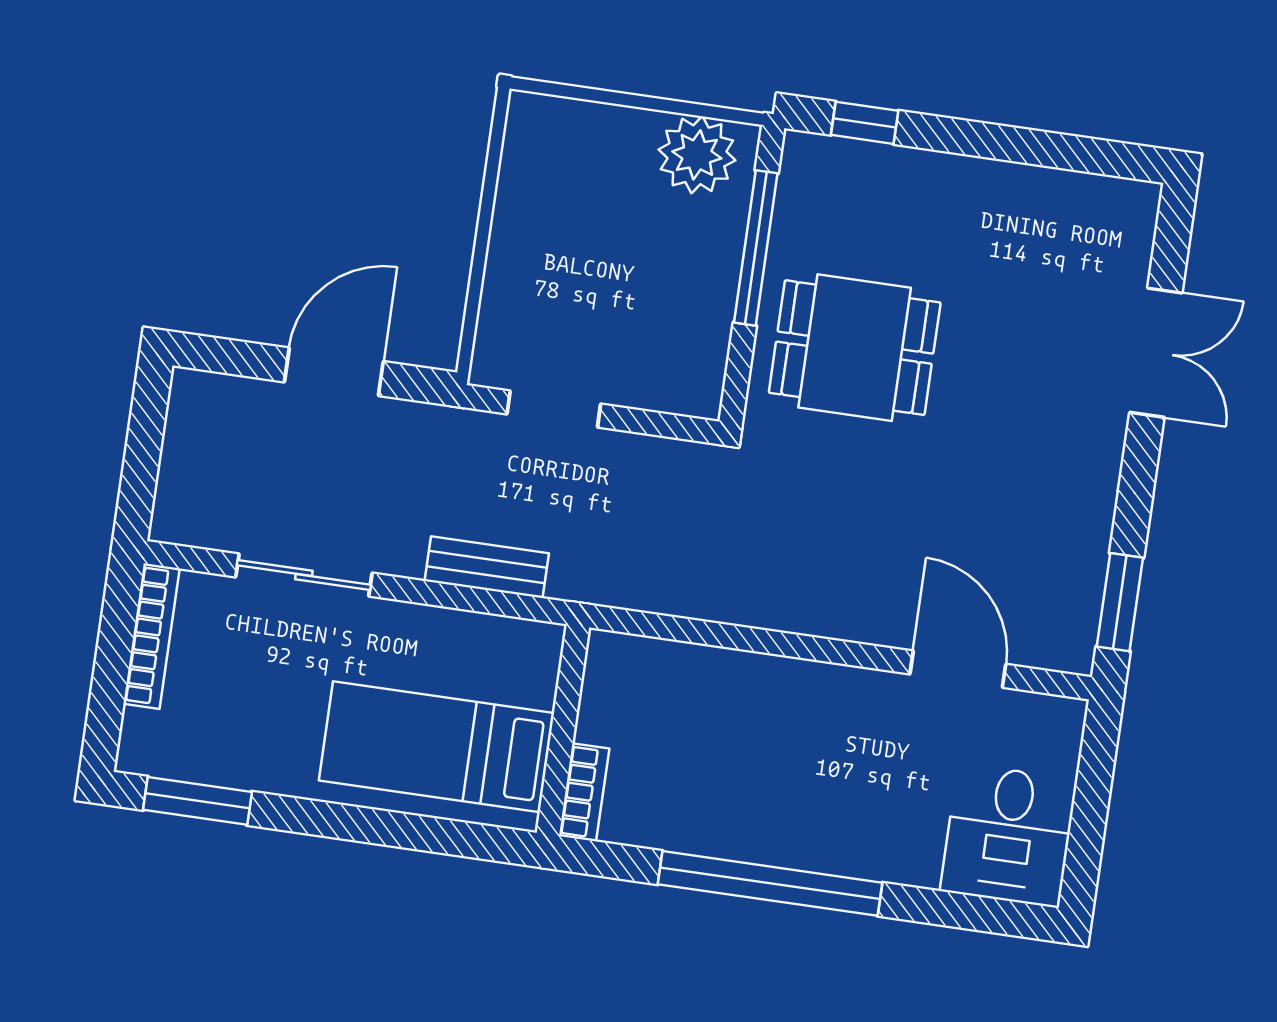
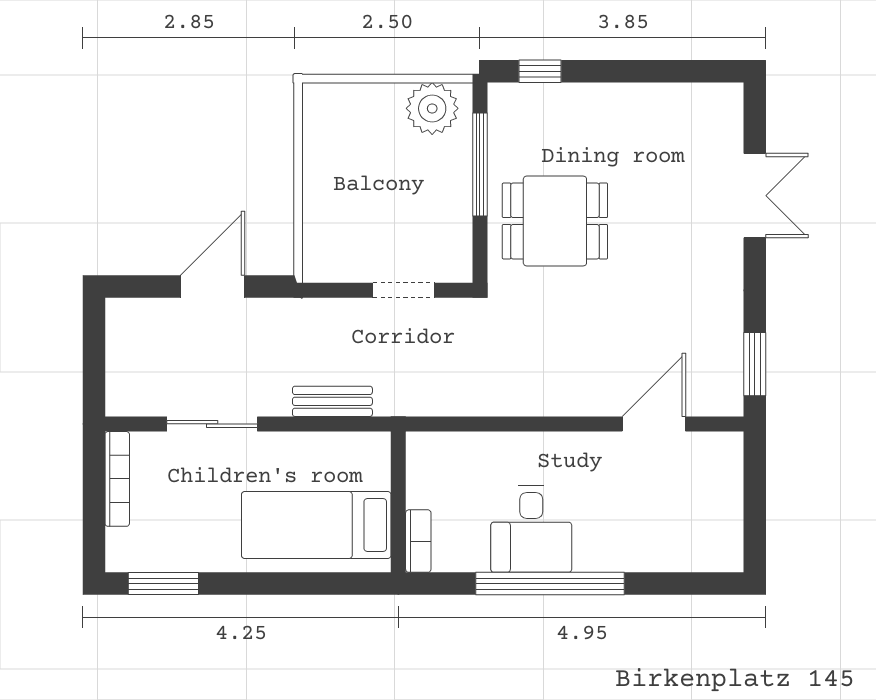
doorway: (554, 409) -> (404, 290), moved
door: (958, 669) -> (654, 424), hinge flipped
desk: (1009, 835) -> (531, 529), moved

